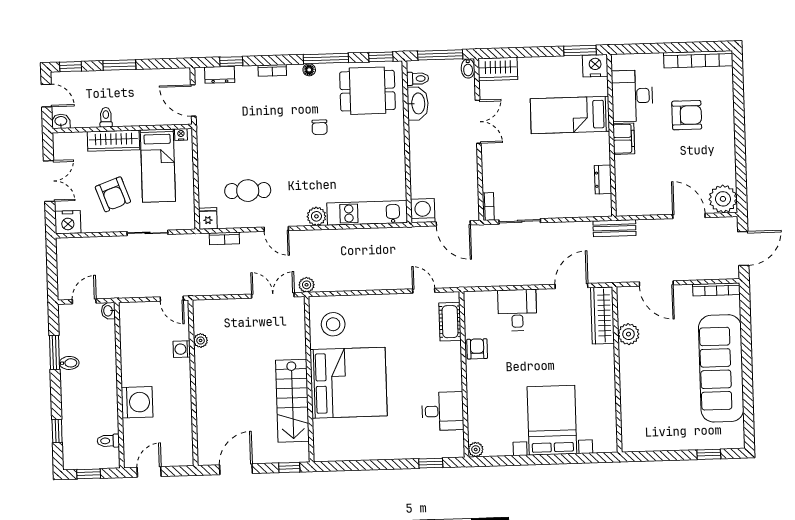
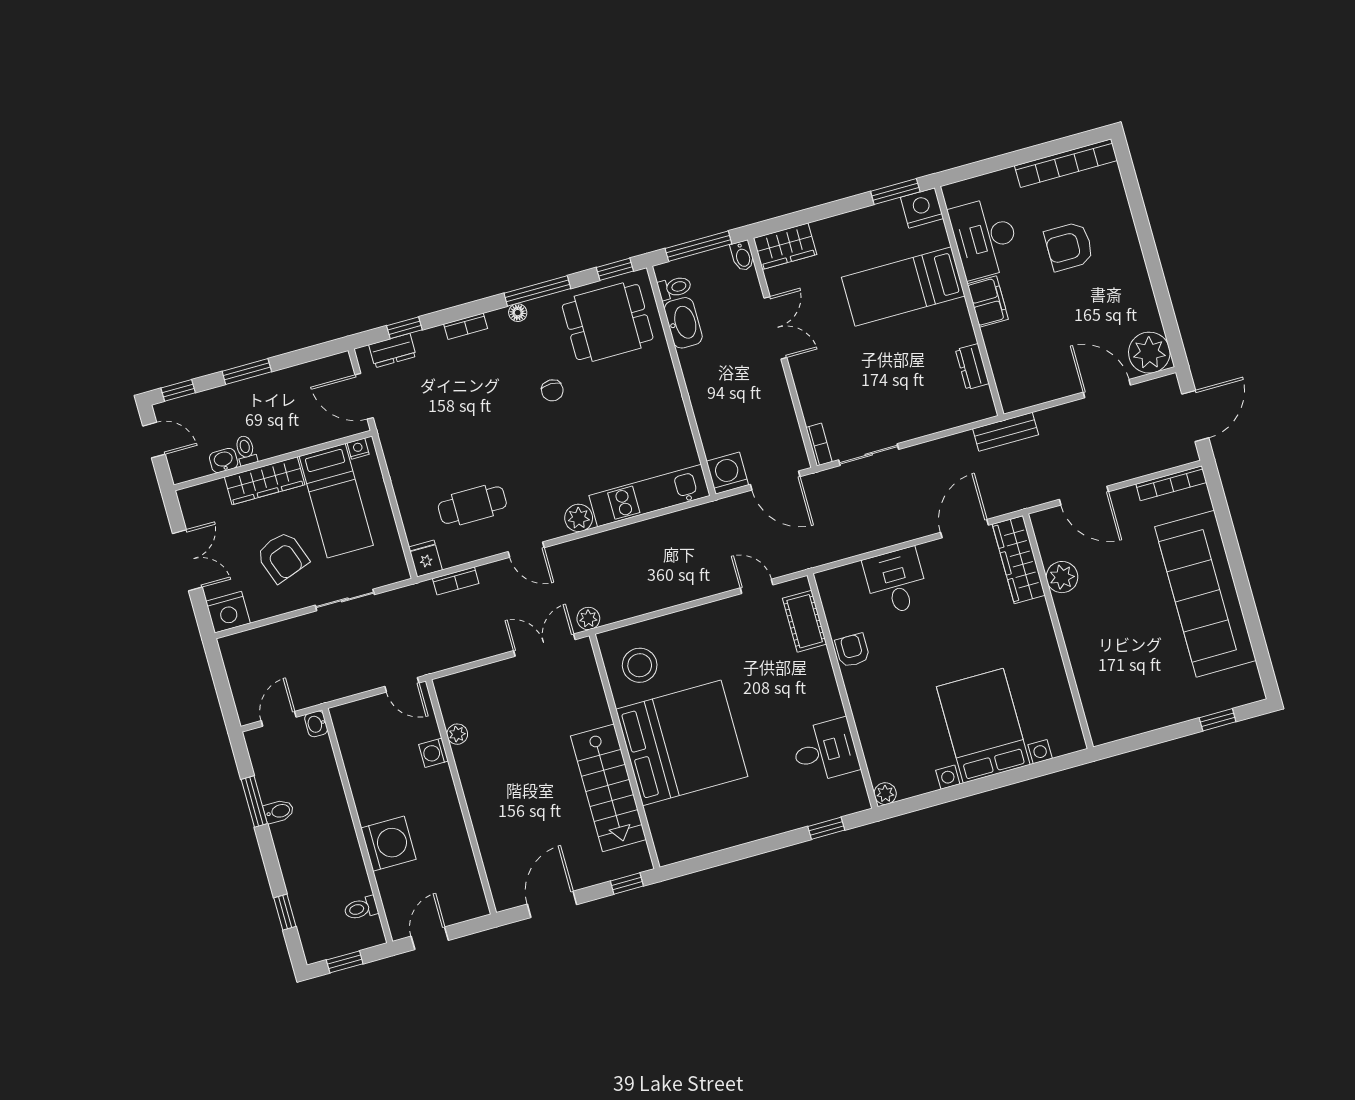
armchair: (687, 115) -> (1069, 246), turned 180
washbasin: (61, 121) -> (224, 460), moved

